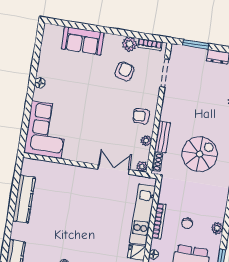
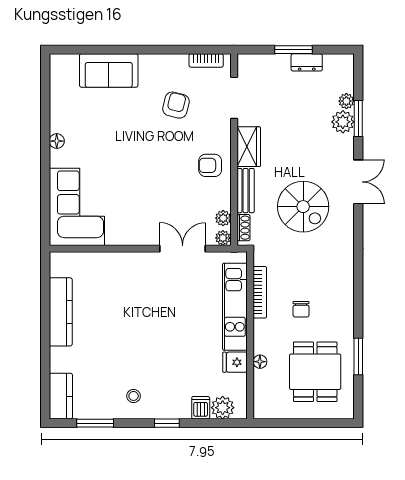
plant: (130, 44) -> (177, 64), removed
window: (196, 44) -> (293, 50), moved
wardrobe: (169, 108) -> (249, 147), added
plant: (146, 141) -> (223, 218), moved
spiral stairs: (200, 154) -> (303, 207), turned 90
bookcase: (159, 221) -> (260, 292), moved
plant: (217, 228) -> (346, 309), removed

